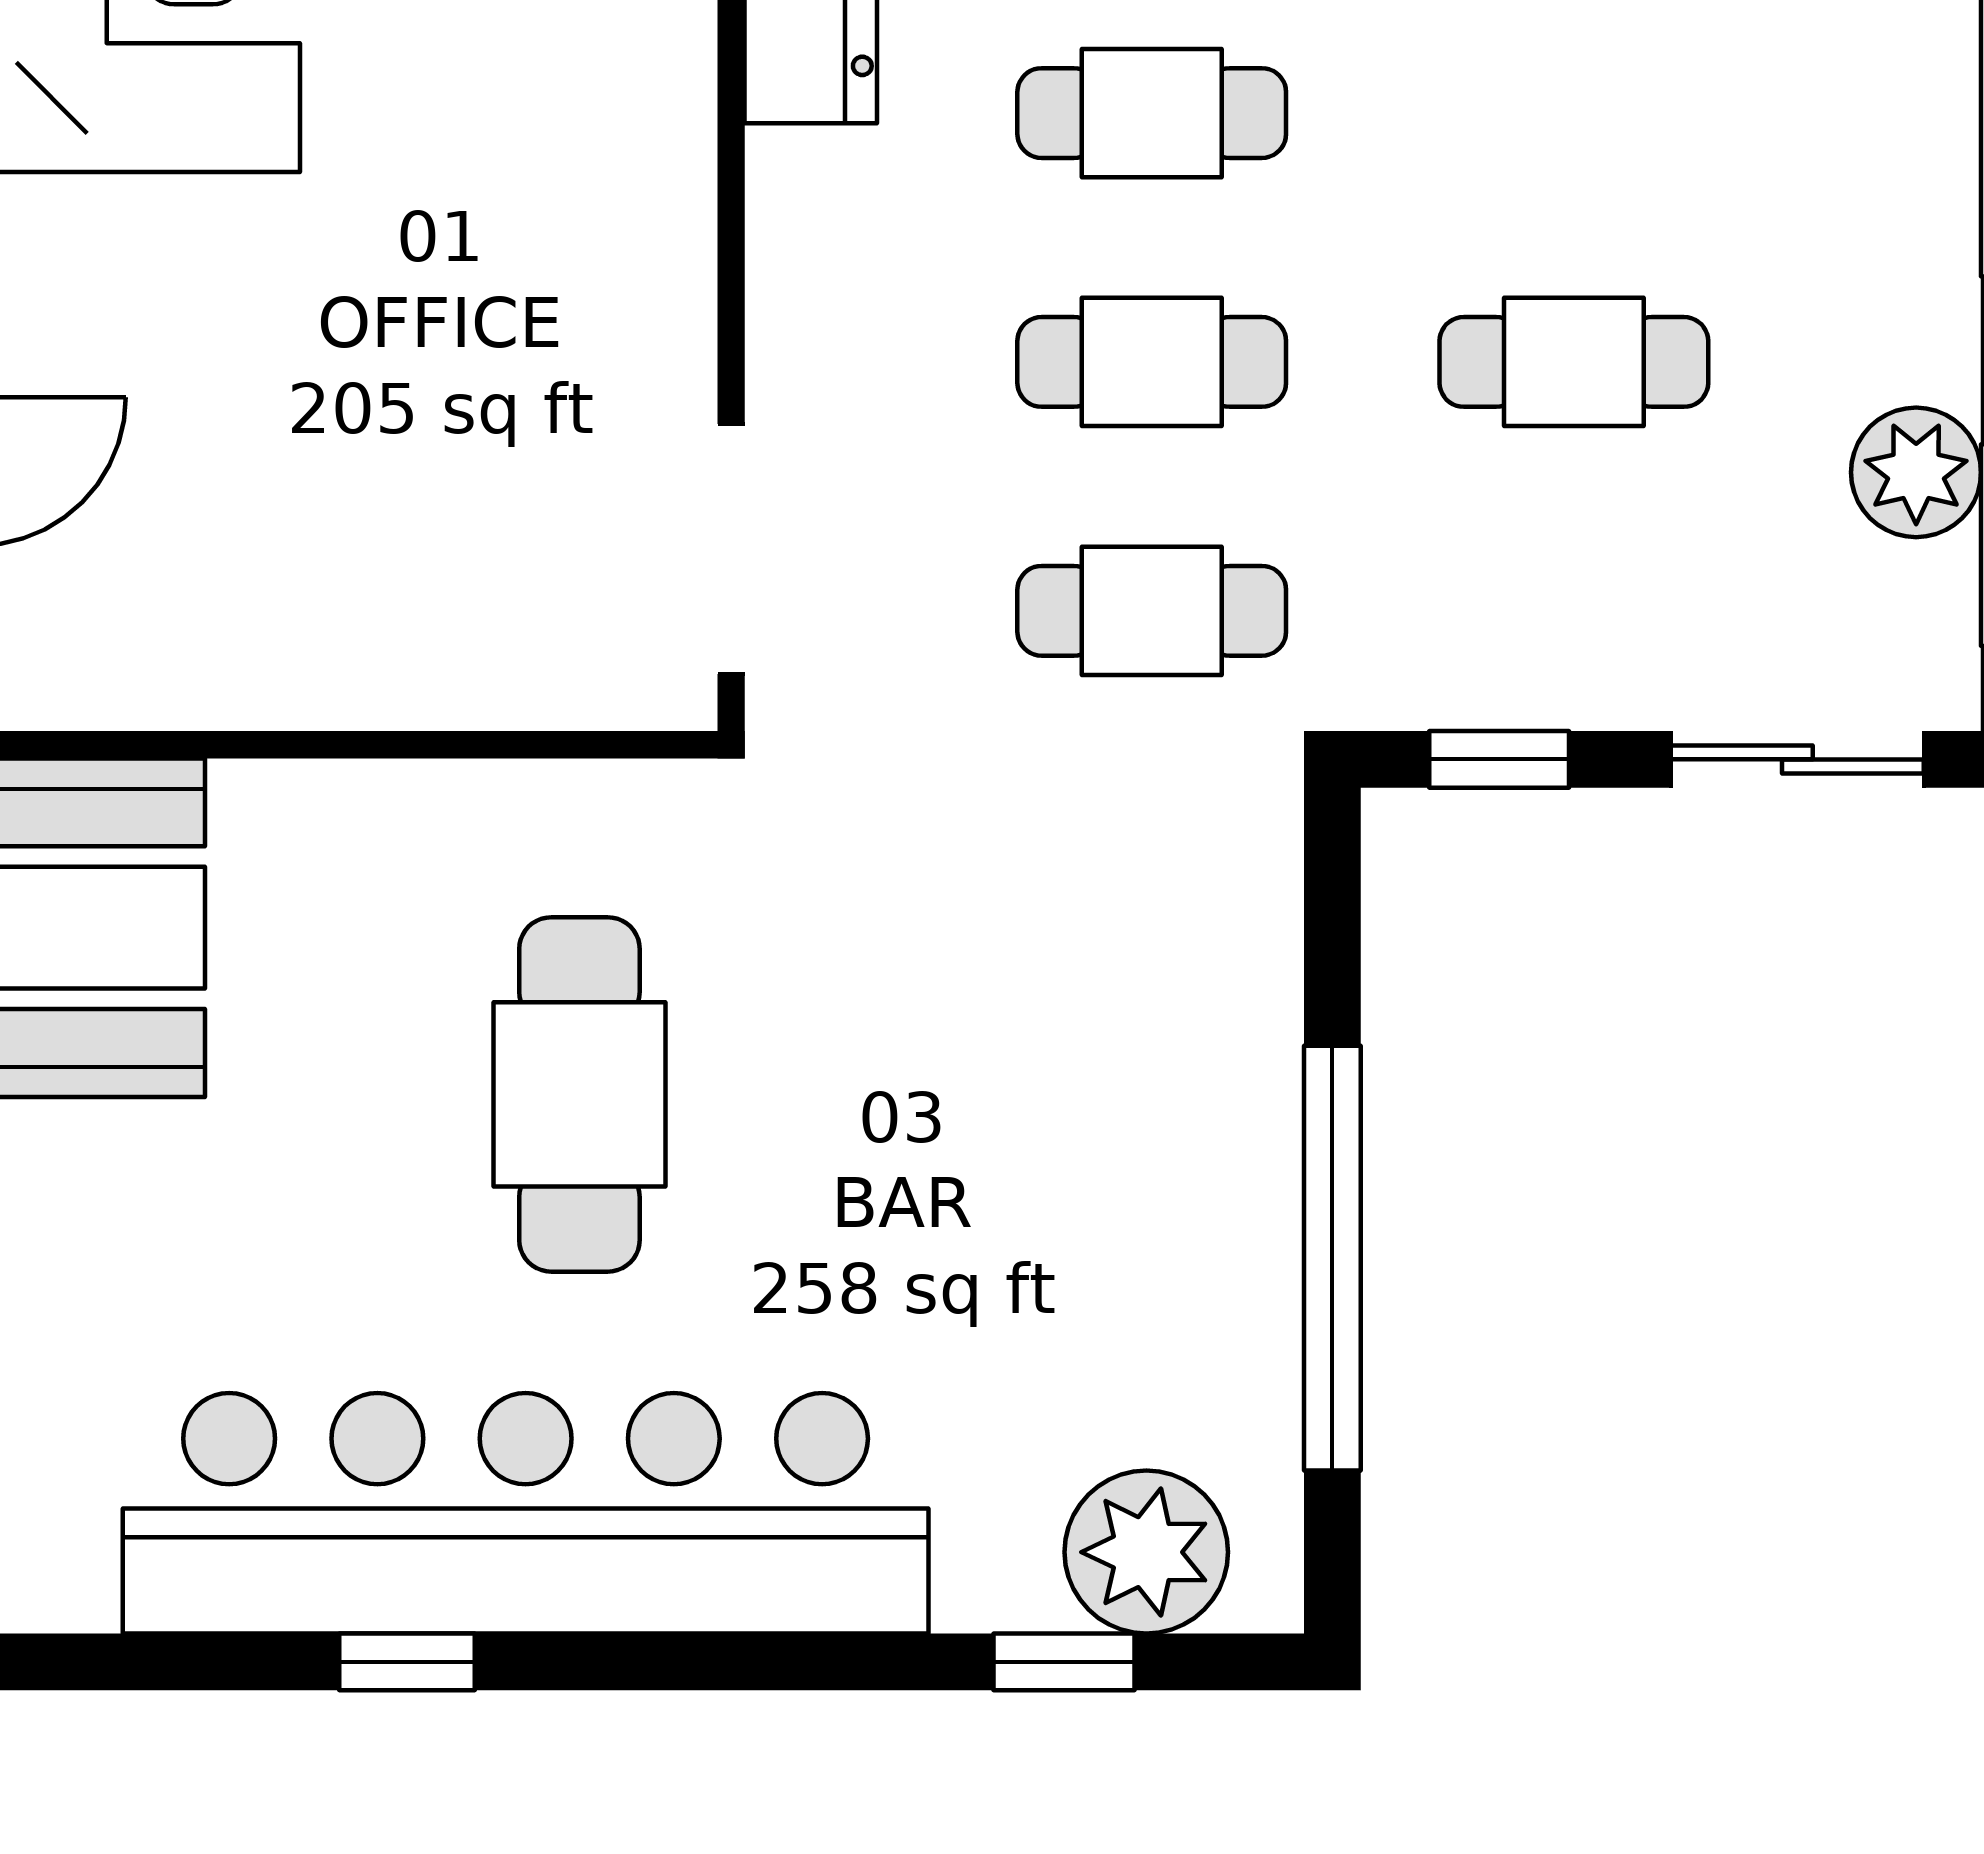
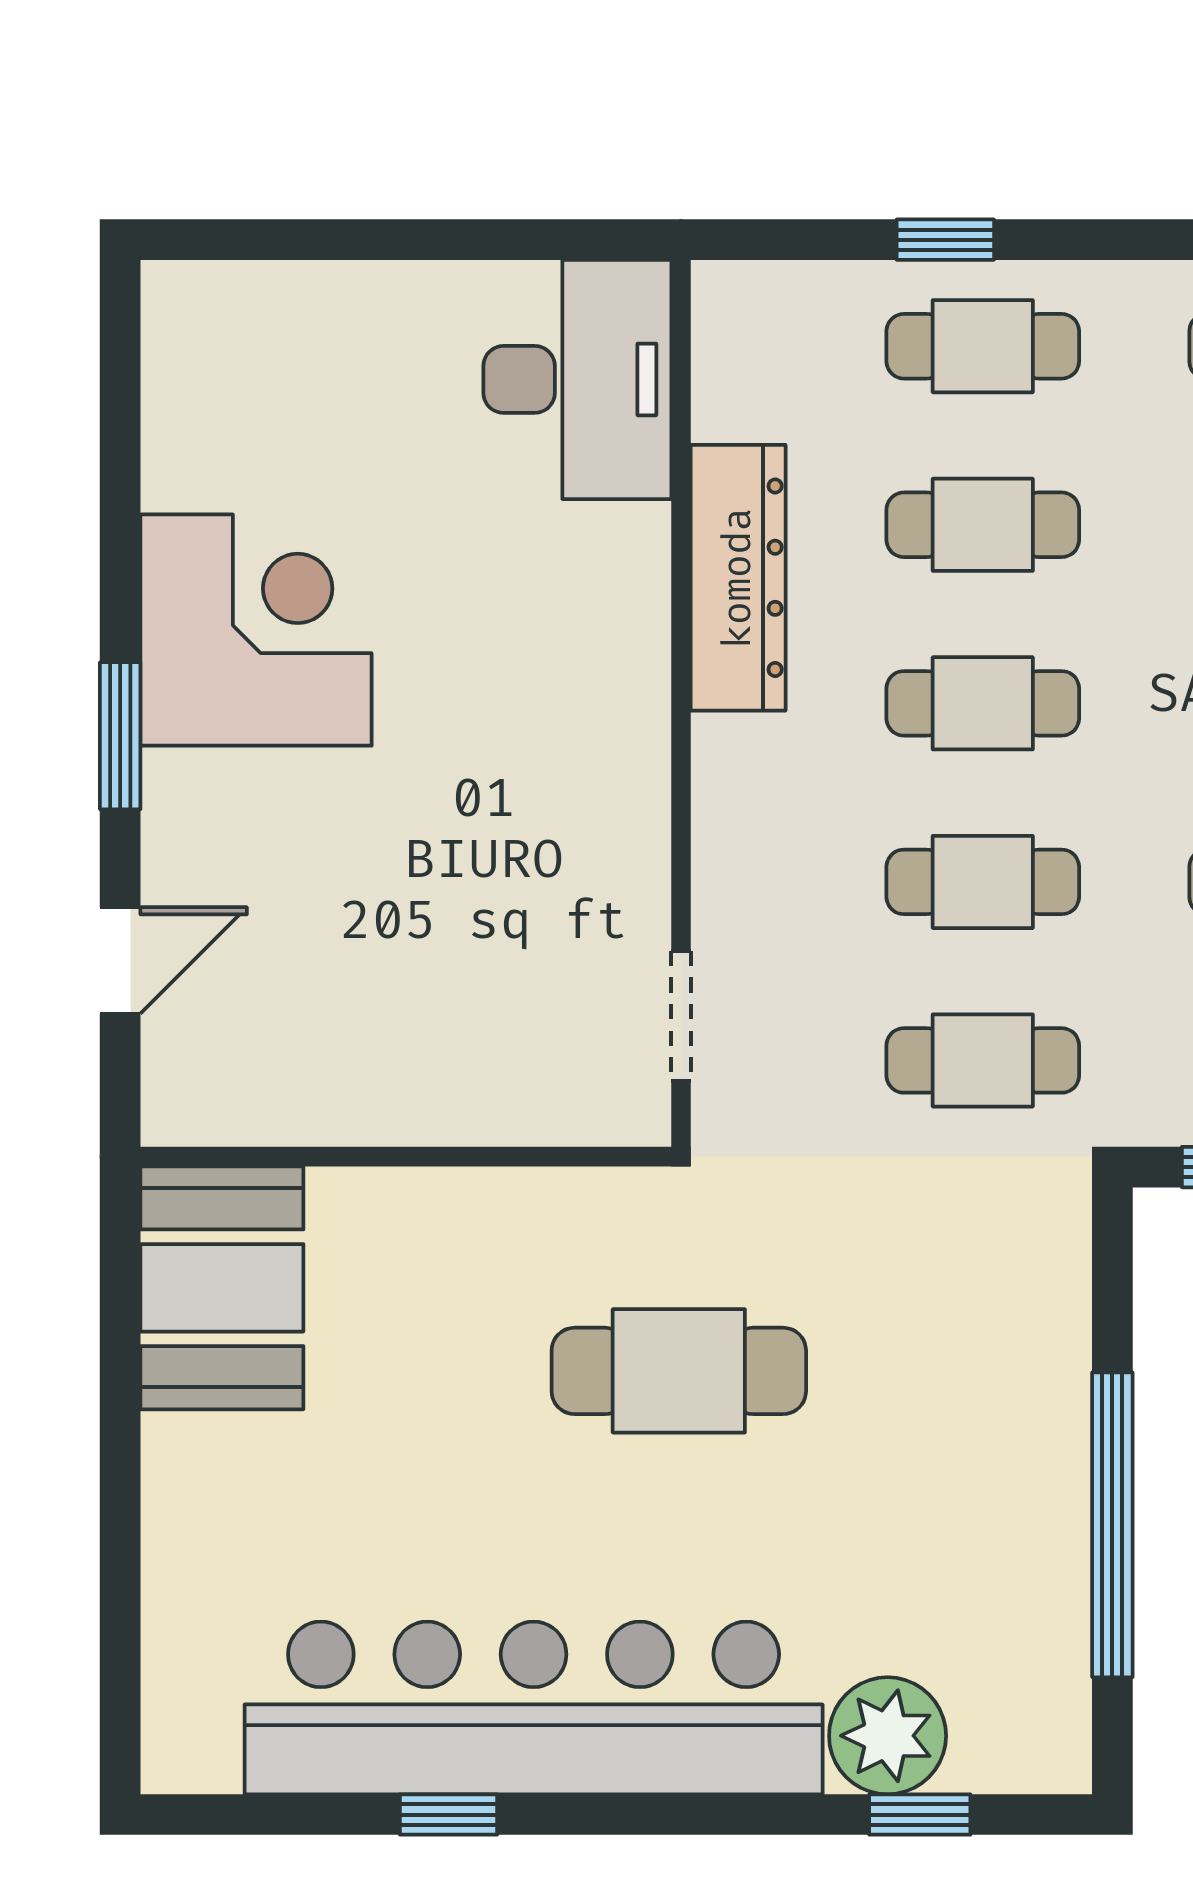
doorway: (731, 549) -> (681, 1016), width x0.73
cafe table: (579, 1094) -> (679, 1371), moved, turned 90
plant: (1146, 1552) -> (888, 1736), moved

